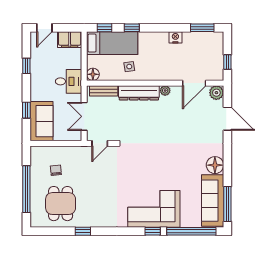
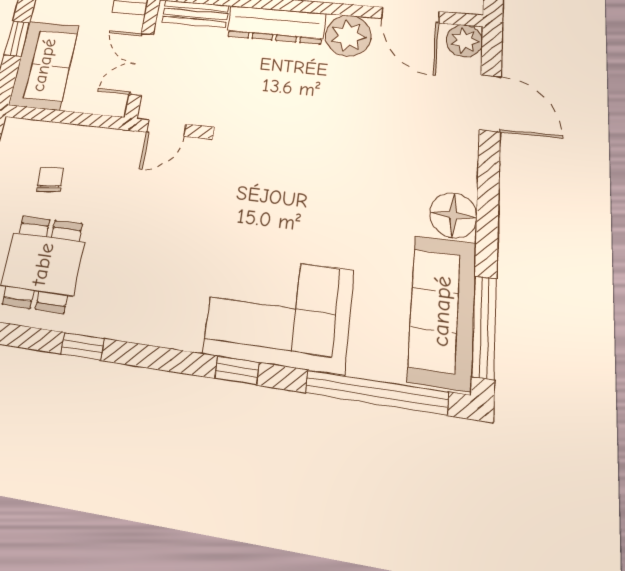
door: (194, 83) -> (410, 15), hinge flipped
plant: (165, 91) -> (348, 36), width x1.88, depth x1.88
window: (153, 231) -> (237, 370), moved

